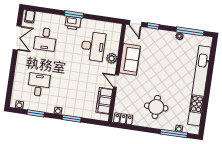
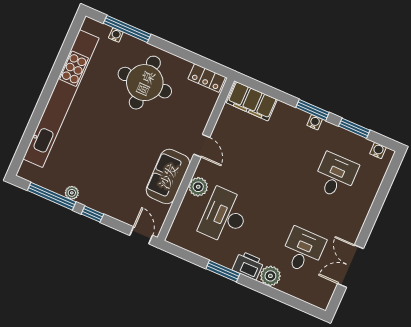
window: (74, 14) -> (223, 271), moved
filing cabinet: (30, 17) -> (319, 296), removed
plant: (59, 21) -> (270, 276), added
window: (153, 26) -> (92, 214), moved
desk: (39, 85) -> (336, 176), turned 180
filing cabinet: (104, 101) -> (252, 101), moved, turned 90
round table: (156, 107) -> (145, 83), width x1.36, depth x1.36
window: (72, 119) -> (312, 110), moved

